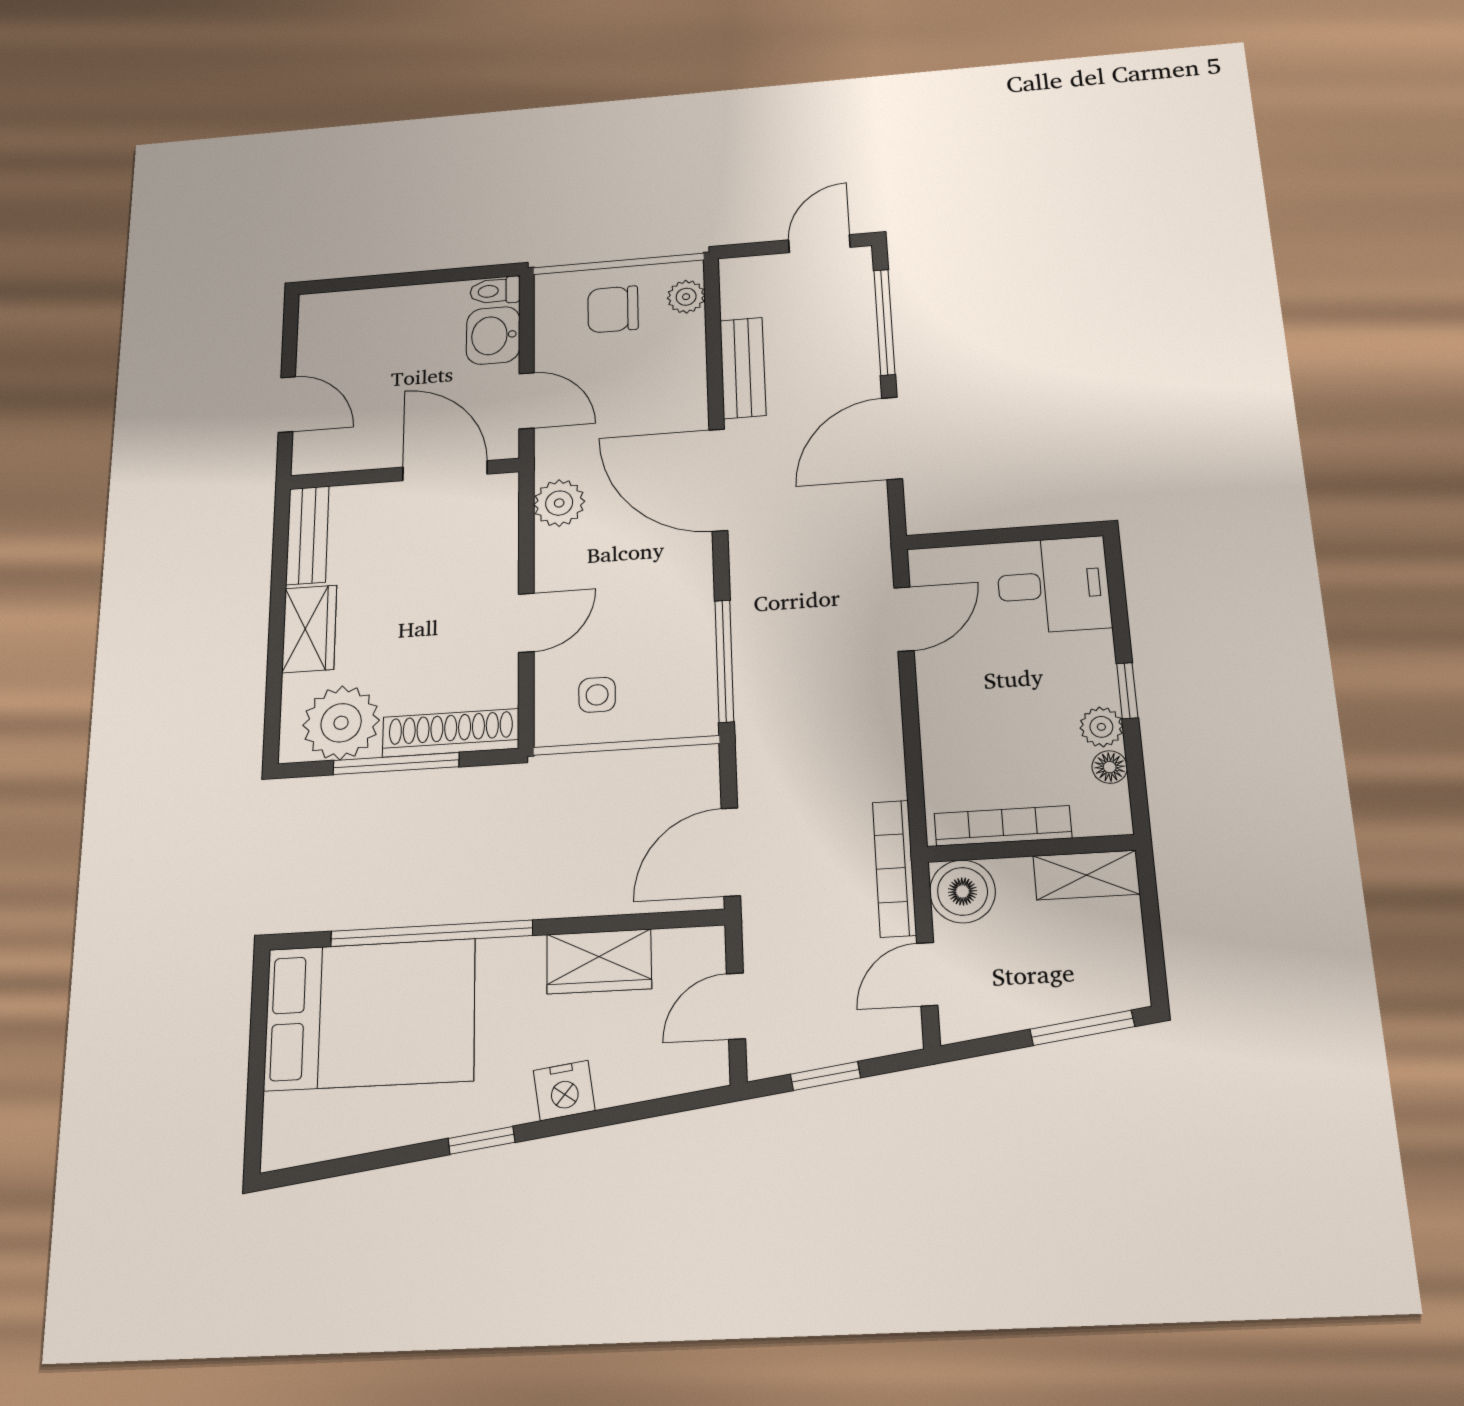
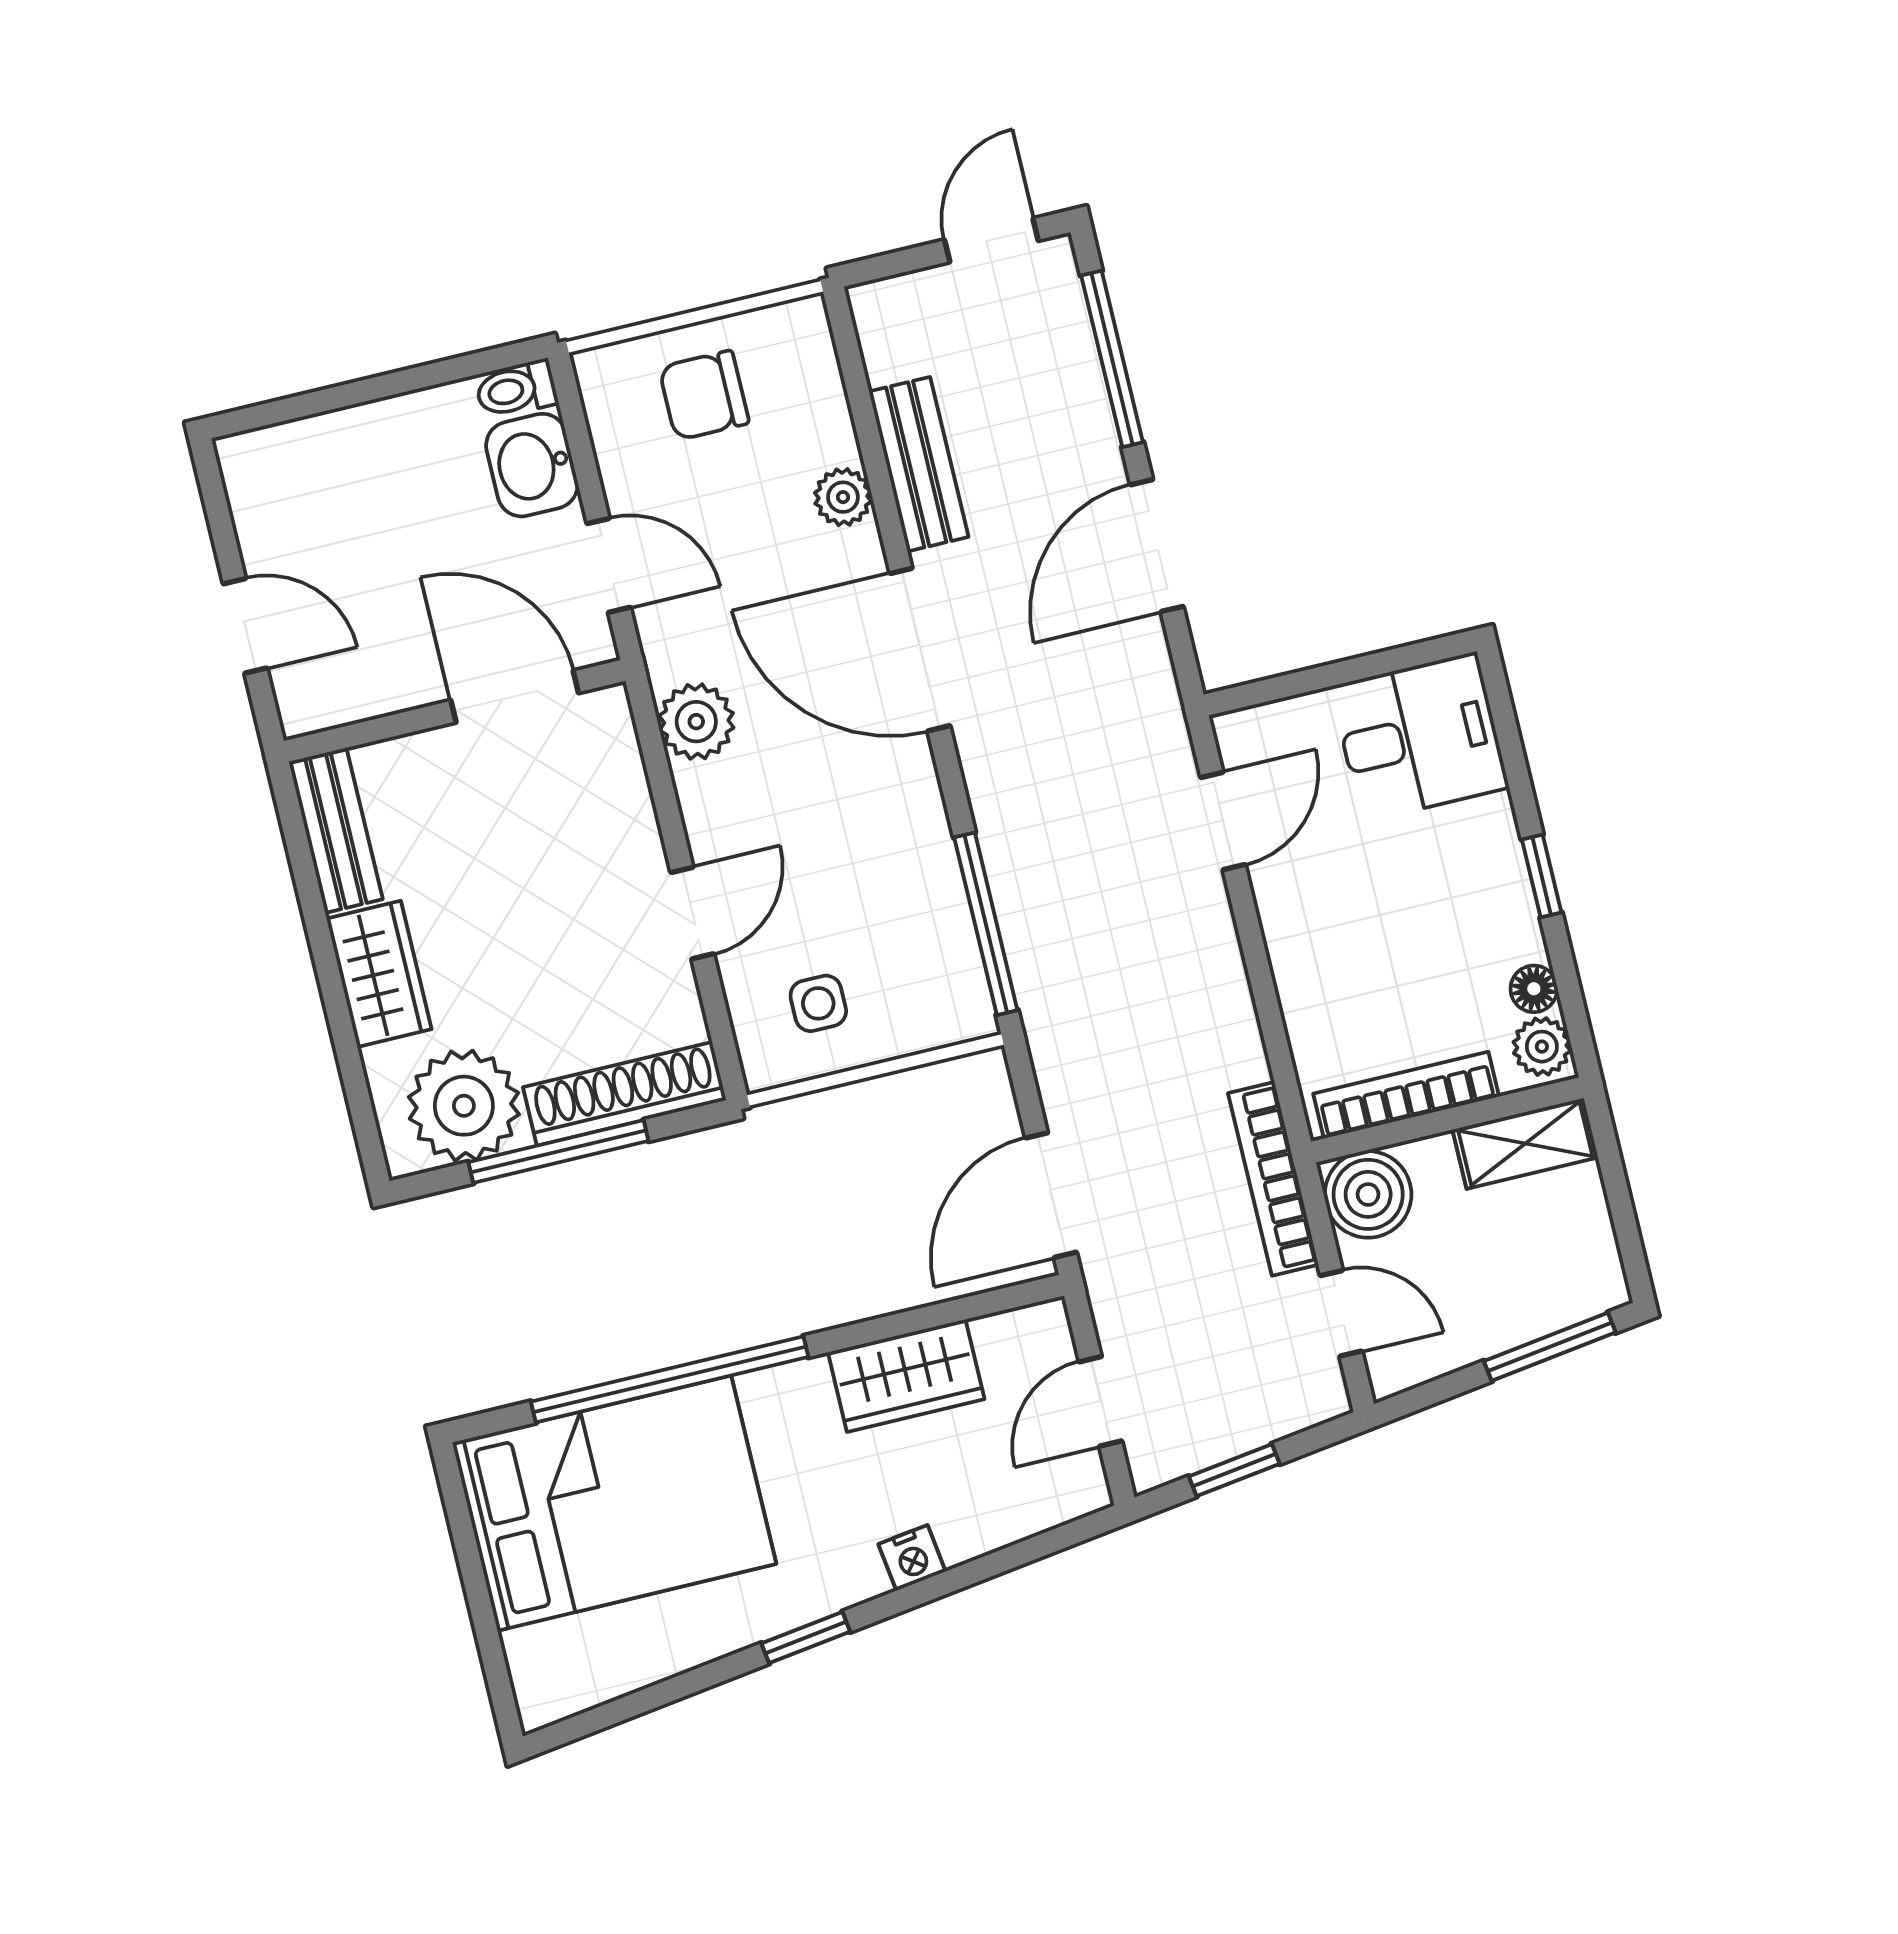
plant: (686, 297) -> (843, 497), moved
plant: (1101, 727) -> (1542, 1047), moved
door: (927, 974) -> (1341, 1313), swing flipped
nightstand: (564, 1091) -> (912, 1558), width x0.72, depth x0.74

